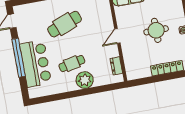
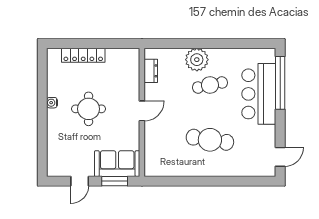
cafe table: (65, 24) -> (210, 140), turned 30
window: (19, 58) -> (280, 83), moved

